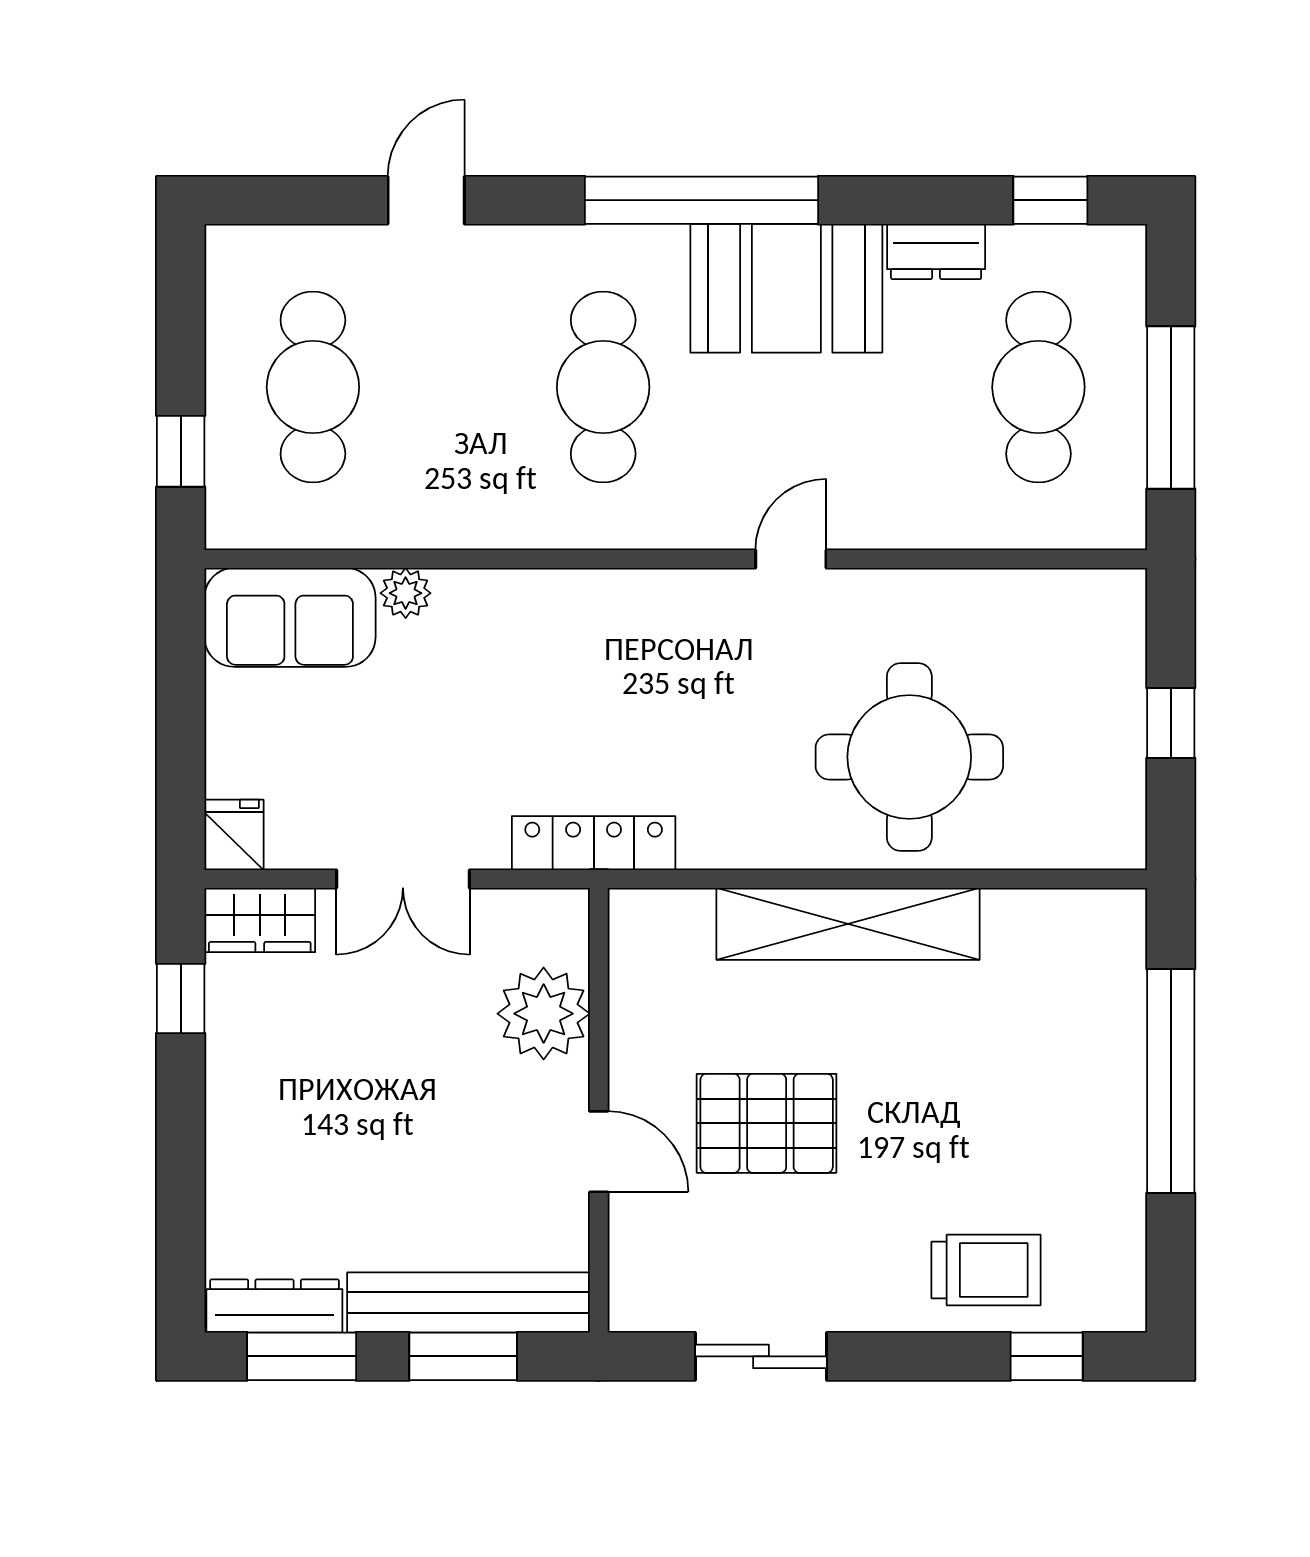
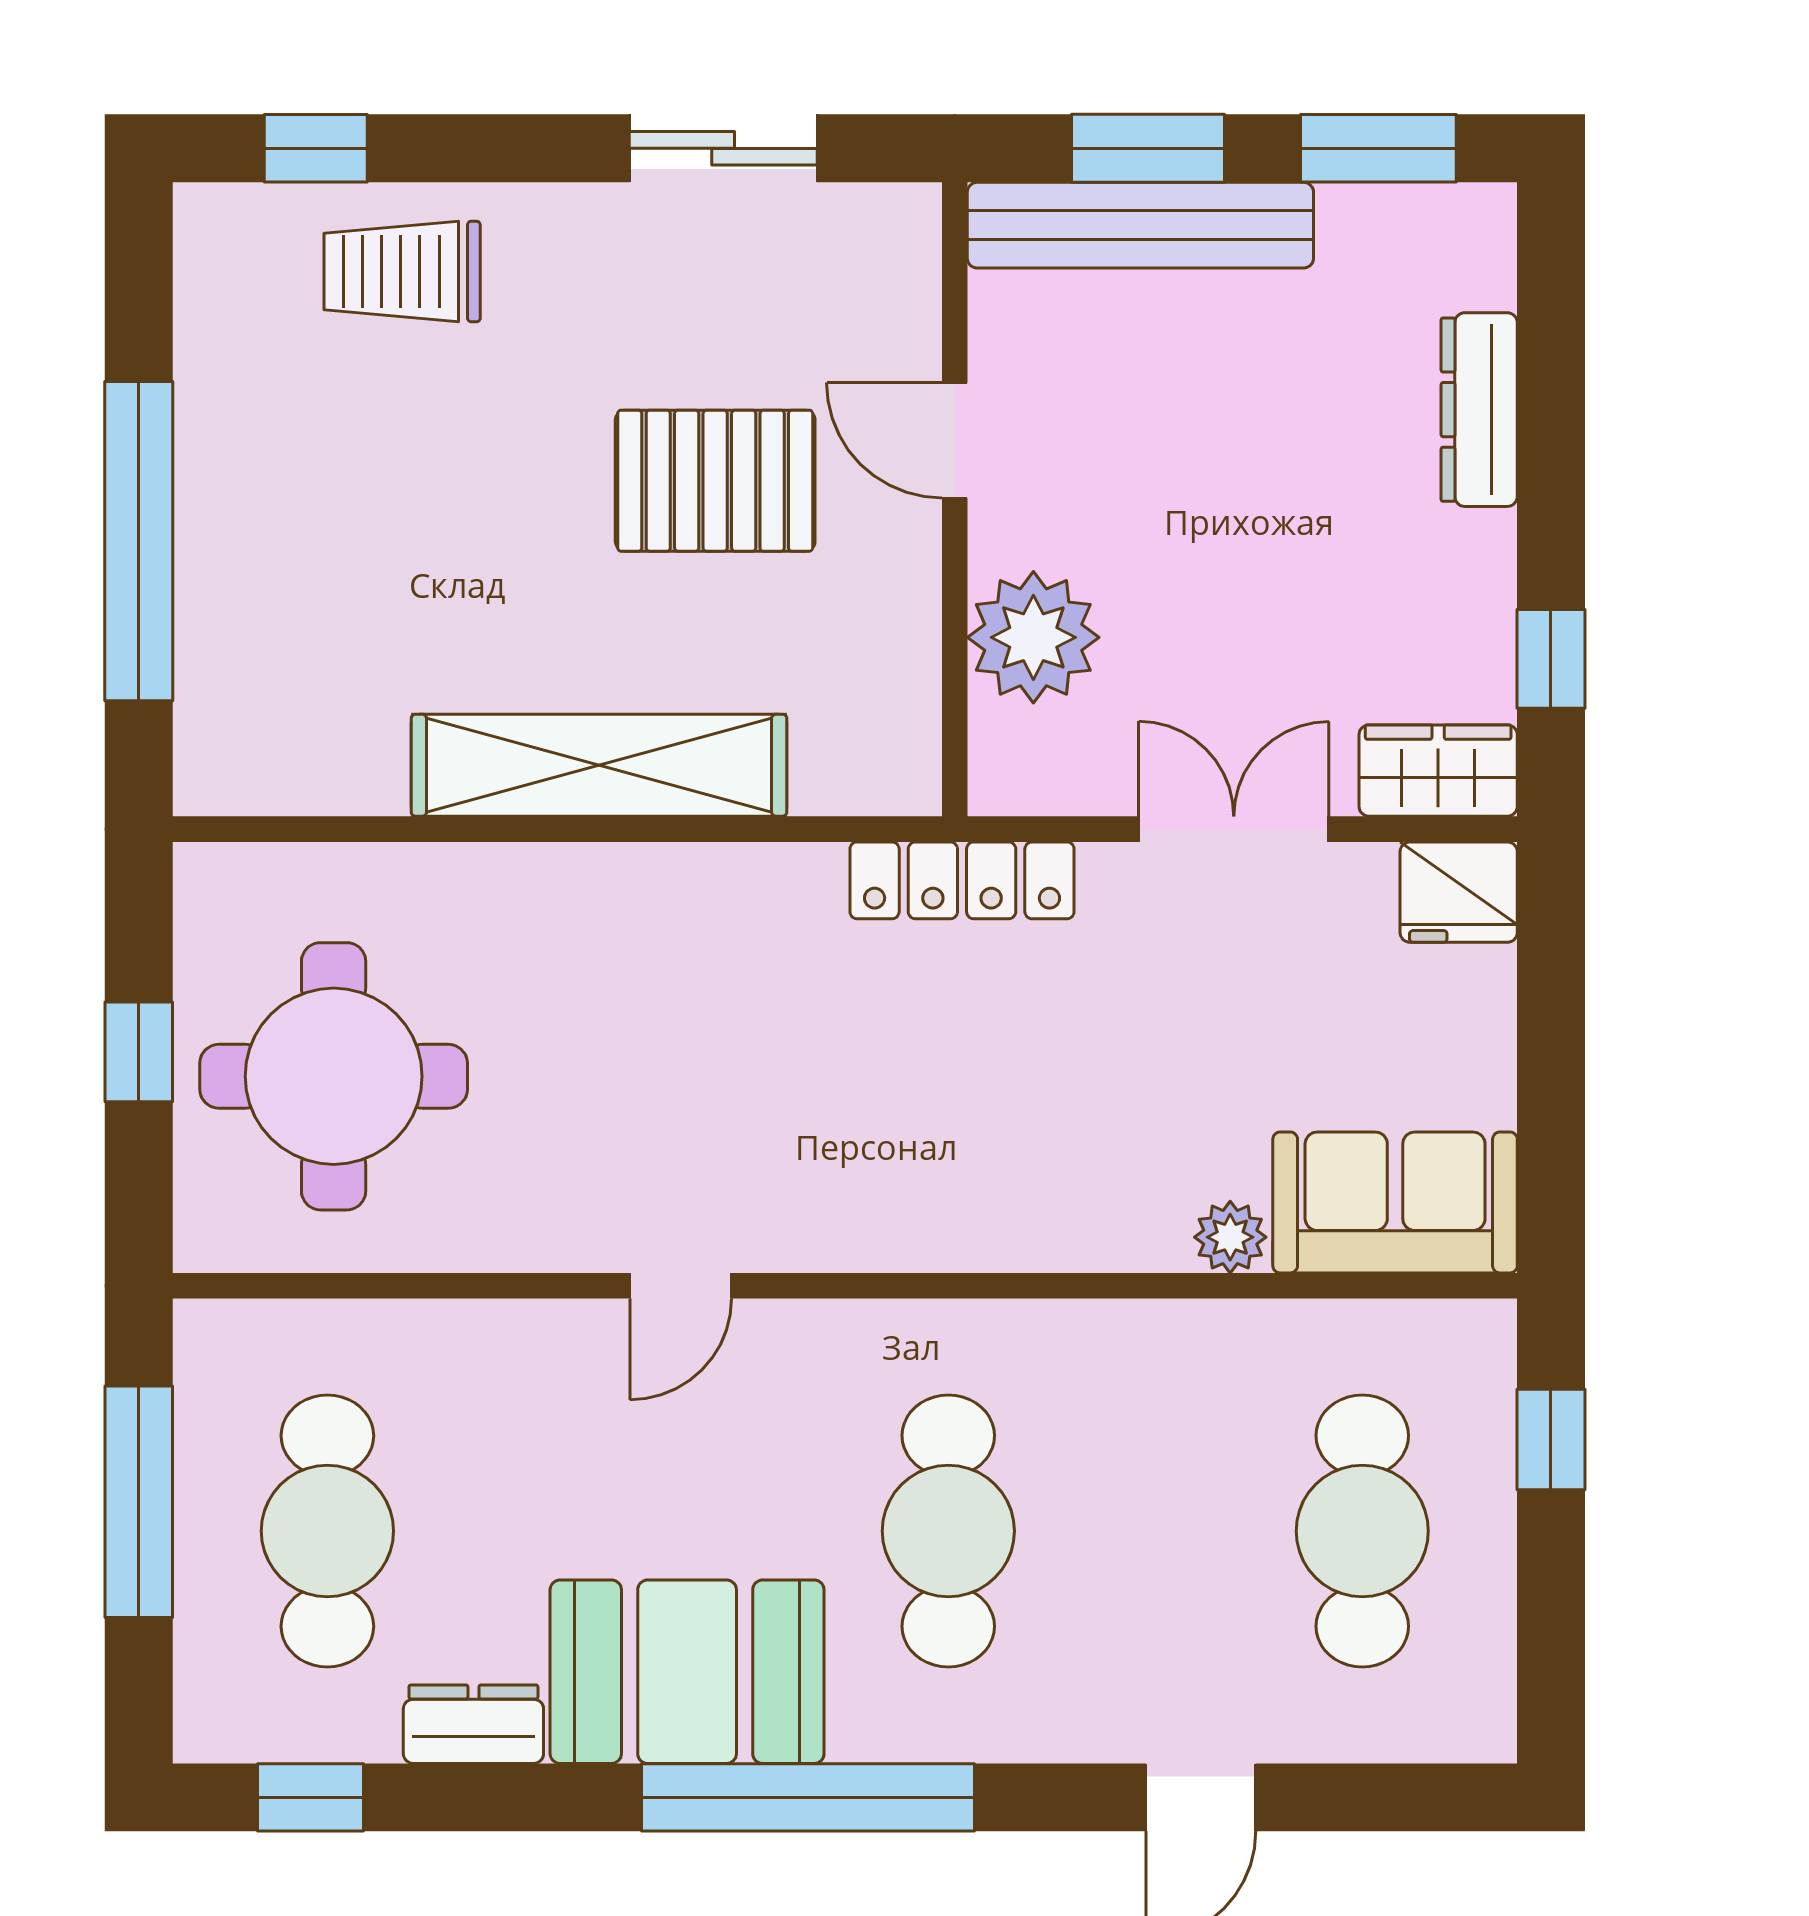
round table: (909, 757) -> (334, 1076), moved
fridge: (234, 835) -> (1459, 892), width x1.38
dresser: (274, 1306) -> (1479, 410), moved, turned 90

